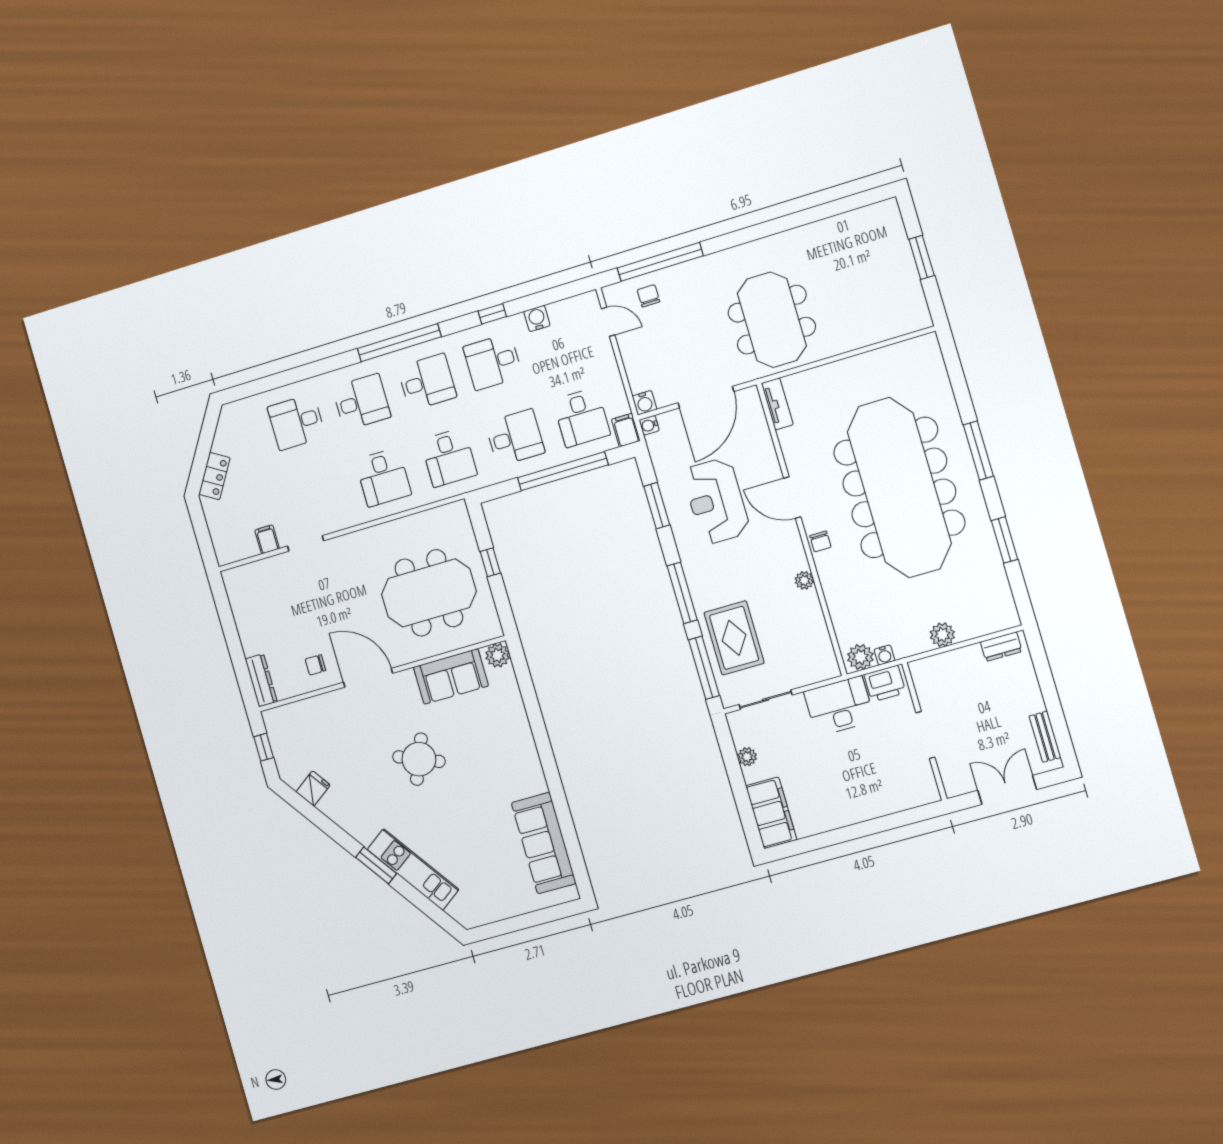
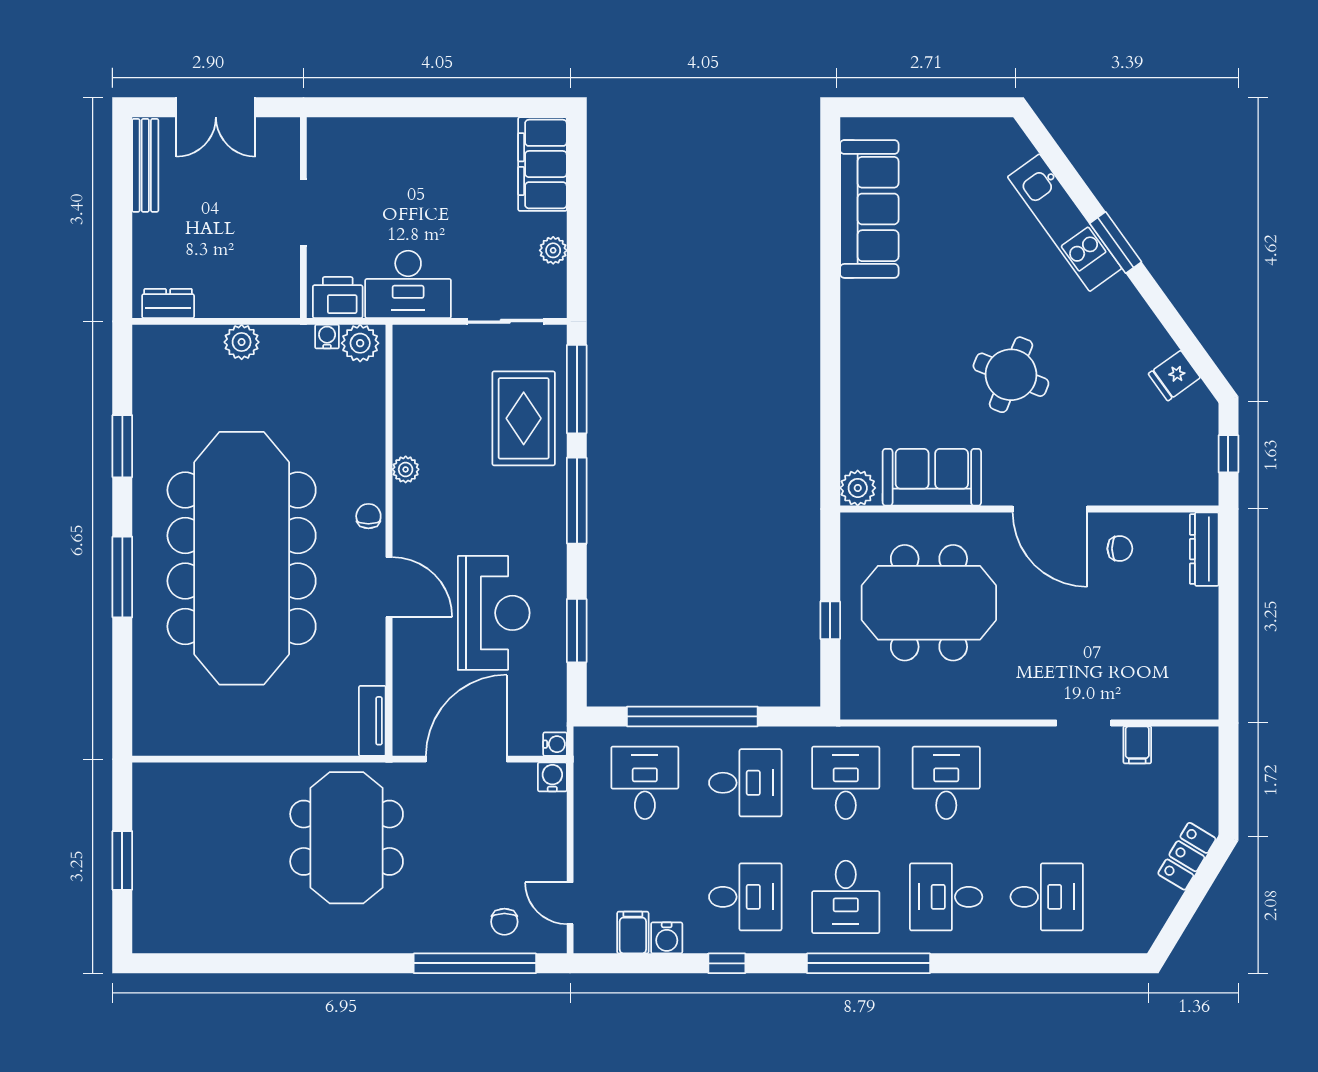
desk: (427, 382) -> (846, 897), turned -90
filing cabinet: (626, 430) -> (633, 933), moved, turned 180
desk: (515, 438) -> (745, 783), turned 180
bench: (1045, 737) -> (145, 165), width x1.36

